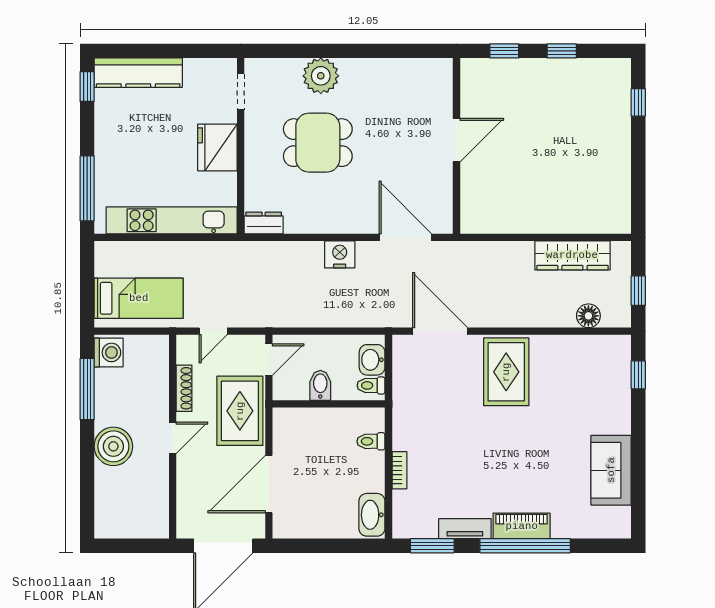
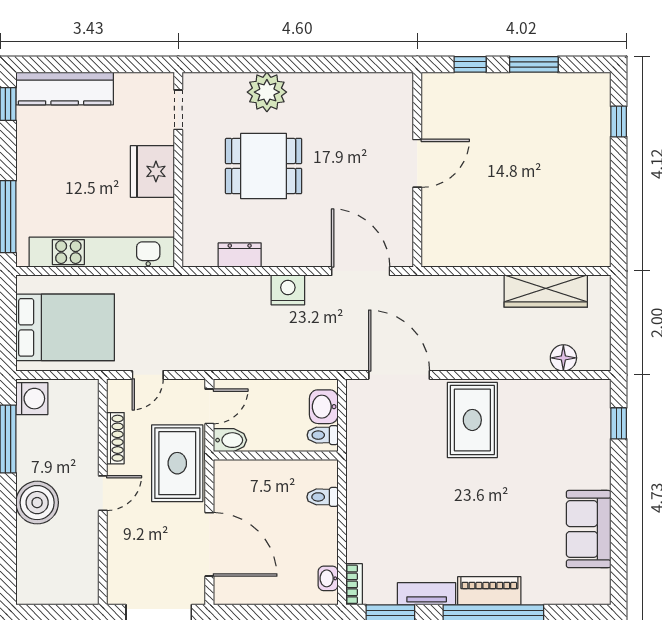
window: (562, 51) -> (534, 64), width x1.50
dresser: (264, 223) -> (240, 255), moved
window: (638, 291) -> (619, 330), removed
bed: (139, 298) -> (65, 327), width x1.50
bidet: (320, 385) -> (230, 440), moved, turned 90
bookcase: (399, 470) -> (354, 584), moved
door: (269, 484) -> (209, 544), swing flipped
washbasin: (372, 515) -> (328, 578), width x0.52, depth x0.69

